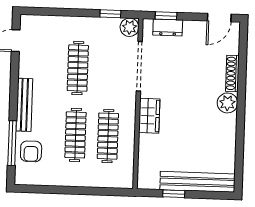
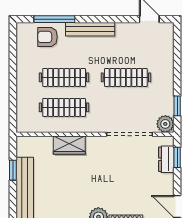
wardrobe: (149, 116) -> (69, 145), moved

